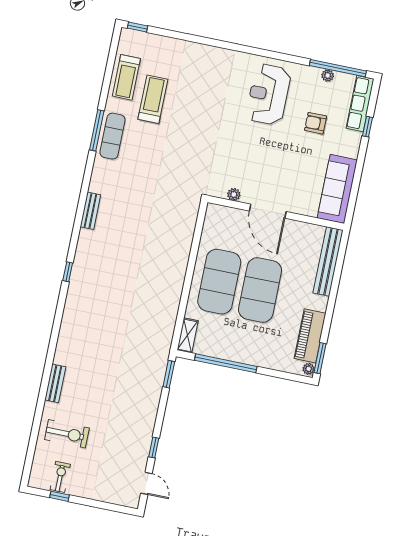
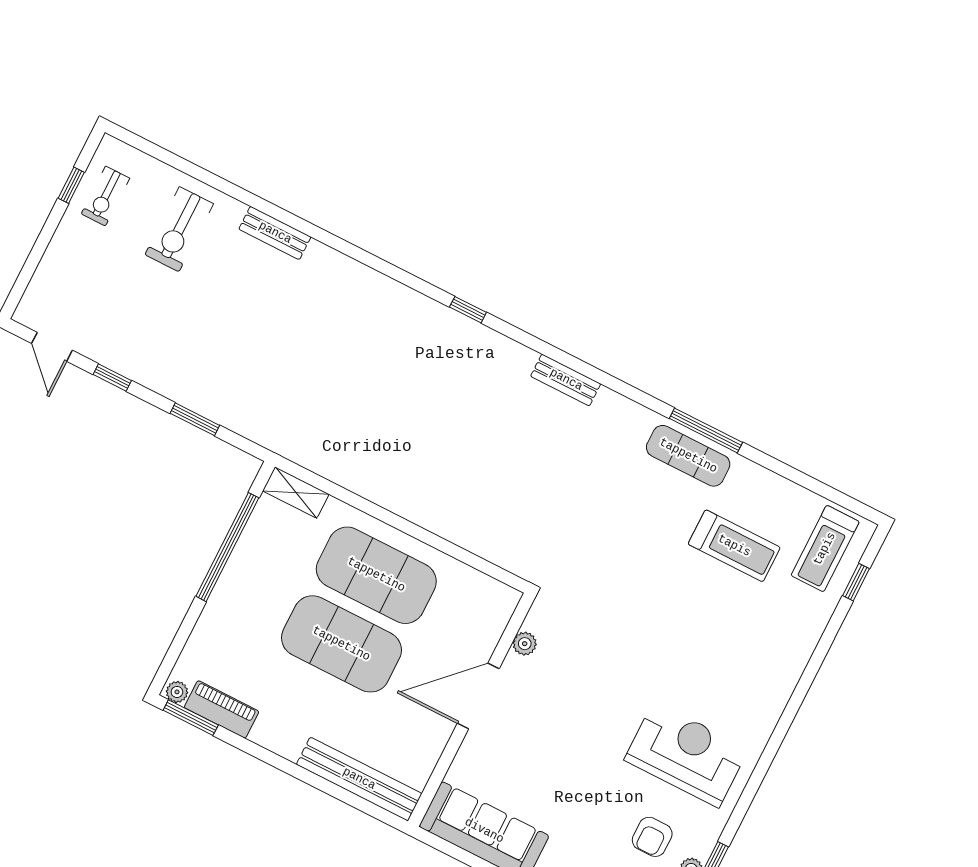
window: (138, 27) -> (856, 582), moved
treadmill: (126, 77) -> (825, 549), moved, turned -90
armchair: (316, 123) -> (652, 837), moved, turned 180
piano: (310, 336) -> (222, 709), width x0.73, depth x0.75
window: (169, 374) -> (195, 419), moved
exercise bike: (60, 477) -> (105, 196), turned 90
door: (146, 483) -> (52, 347), hinge flipped

